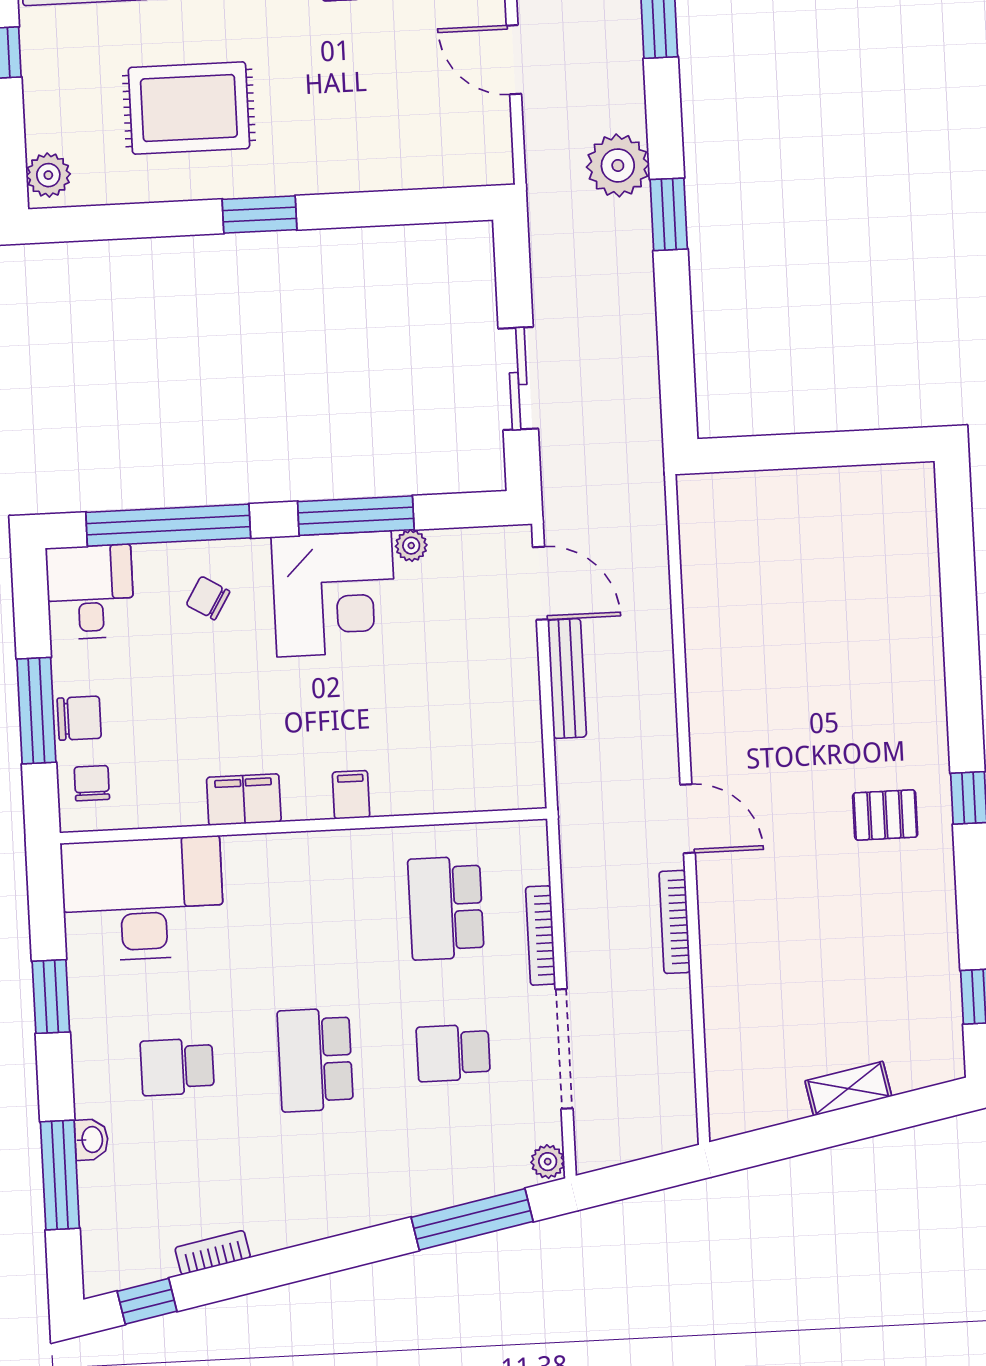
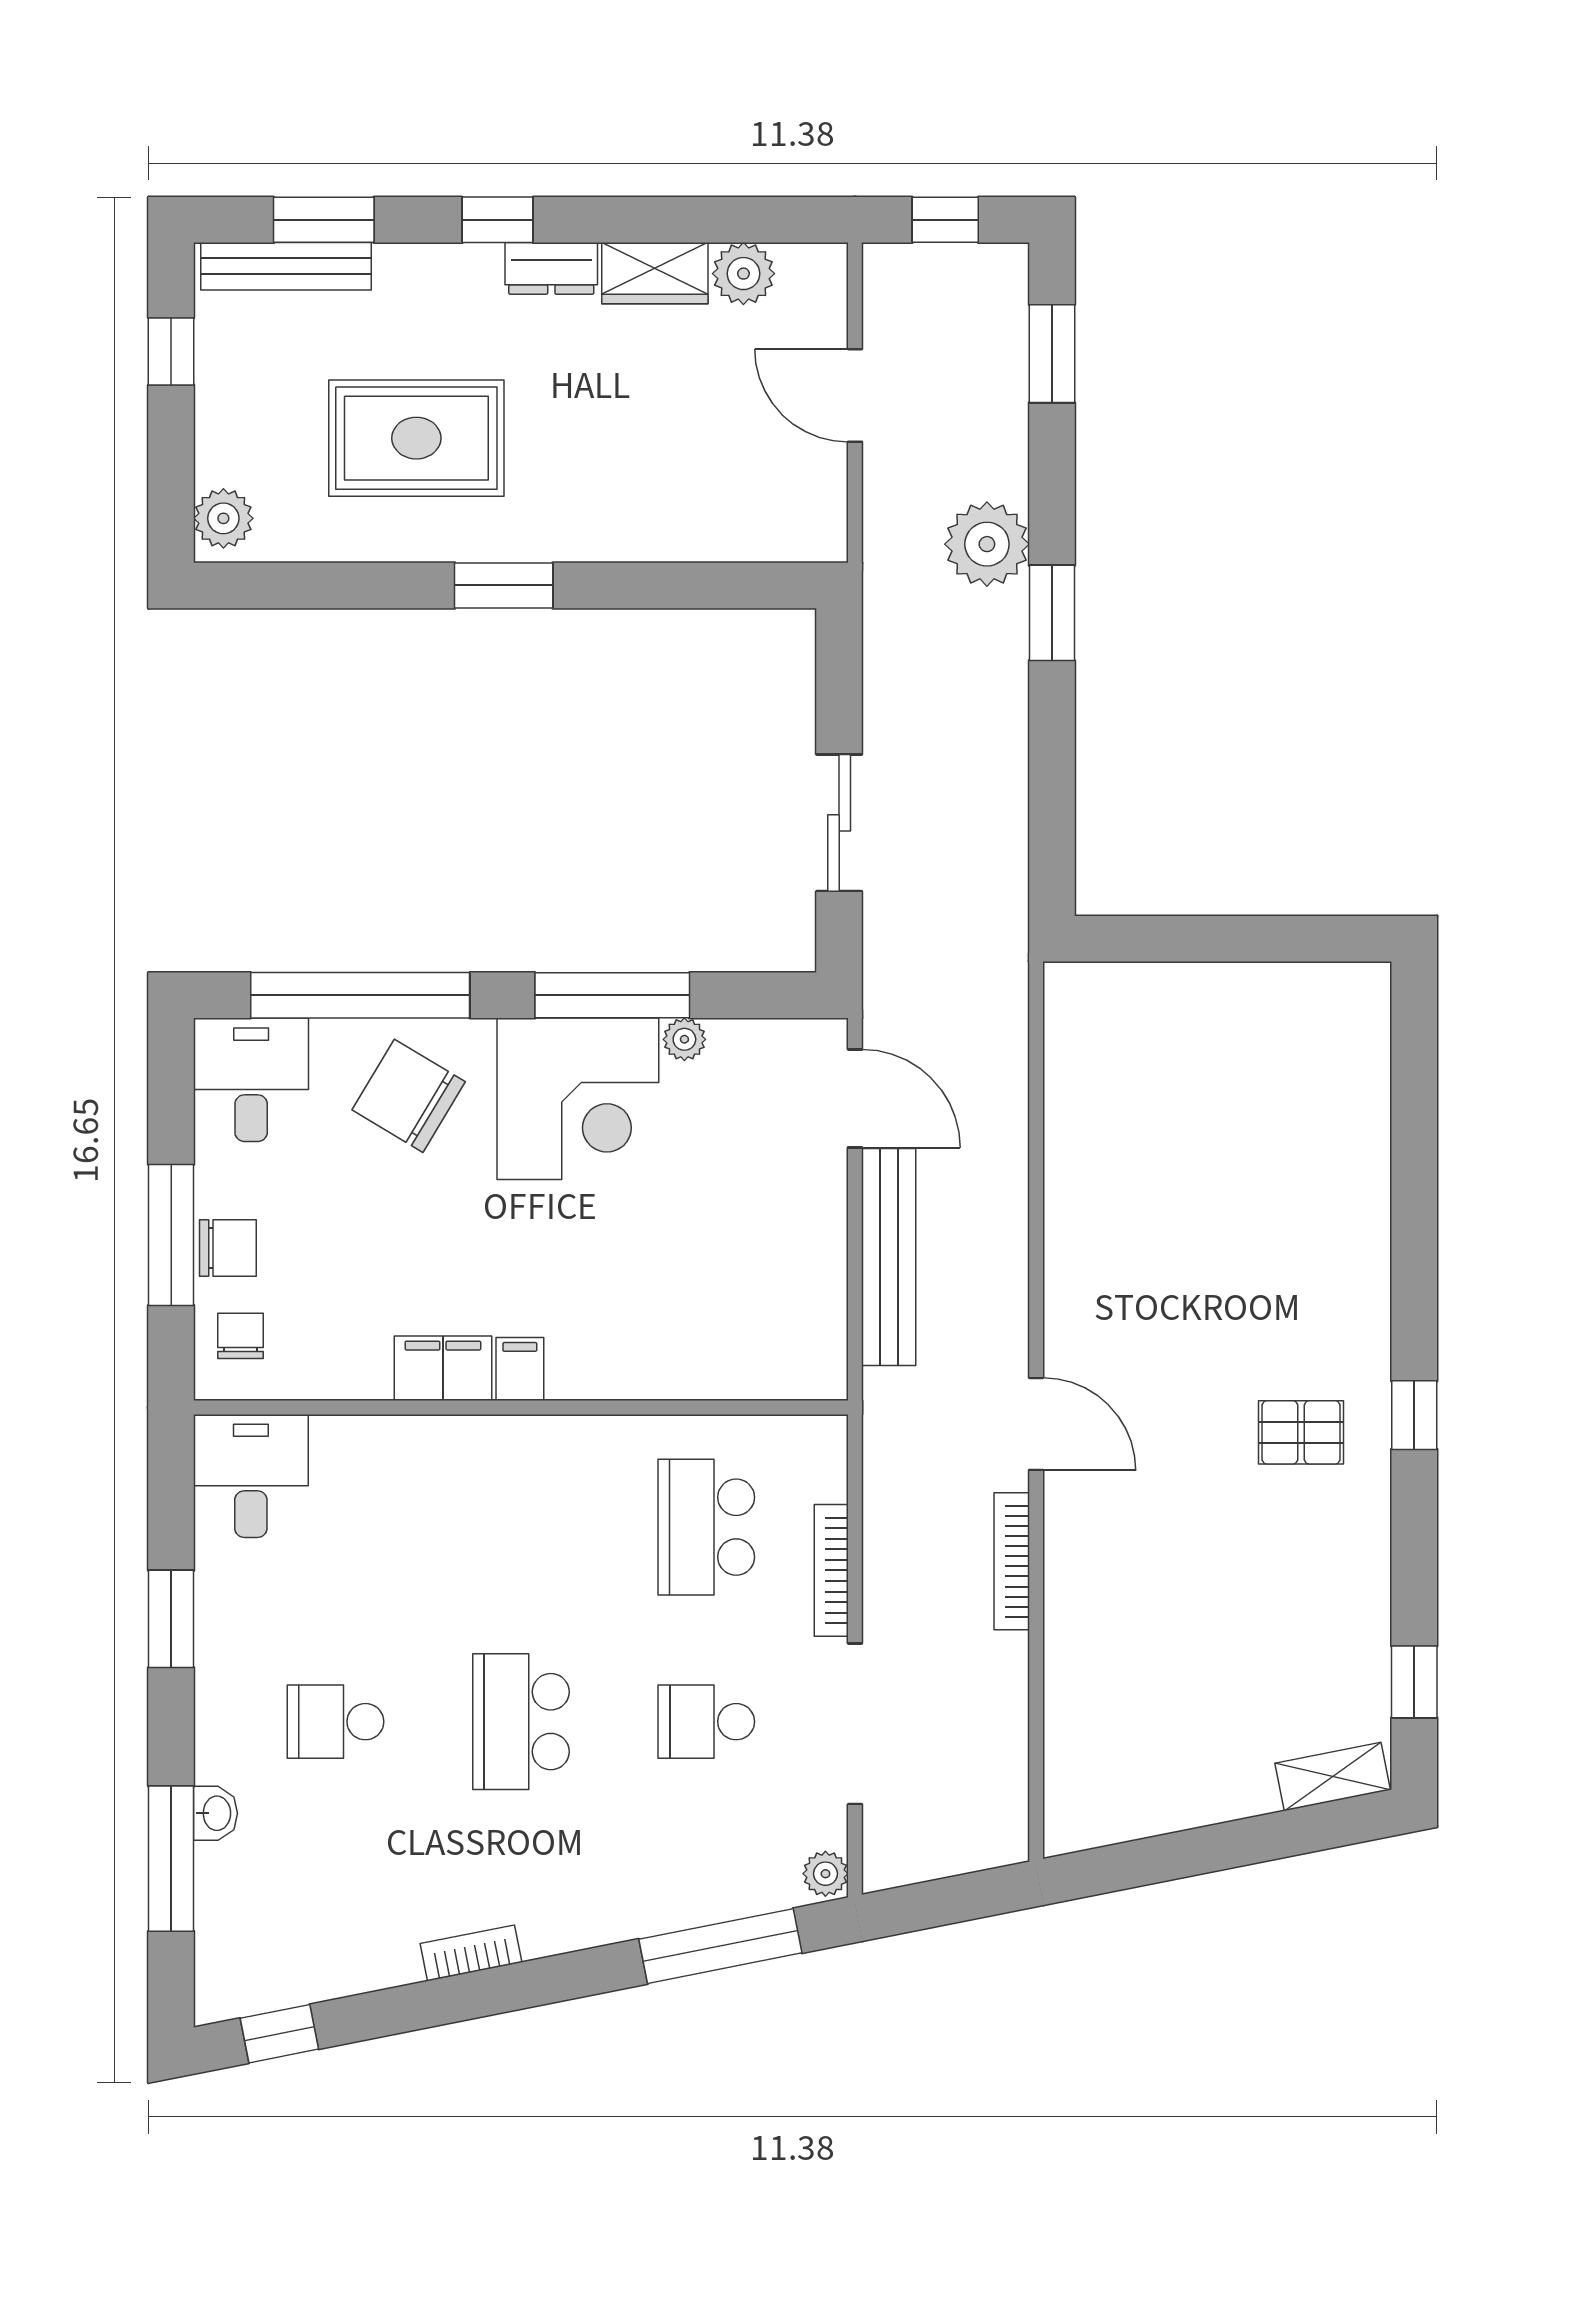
chair: (208, 598) -> (409, 1096), width x1.87, depth x1.87
bench: (567, 679) -> (889, 1257), width x1.37, depth x1.21
filing cabinet: (351, 795) -> (520, 1369), moved
desk: (143, 899) -> (251, 1476), width x0.53, depth x0.77
shelving: (848, 1089) -> (1333, 1777), moved
bookcase: (213, 1253) -> (471, 1953), moved

